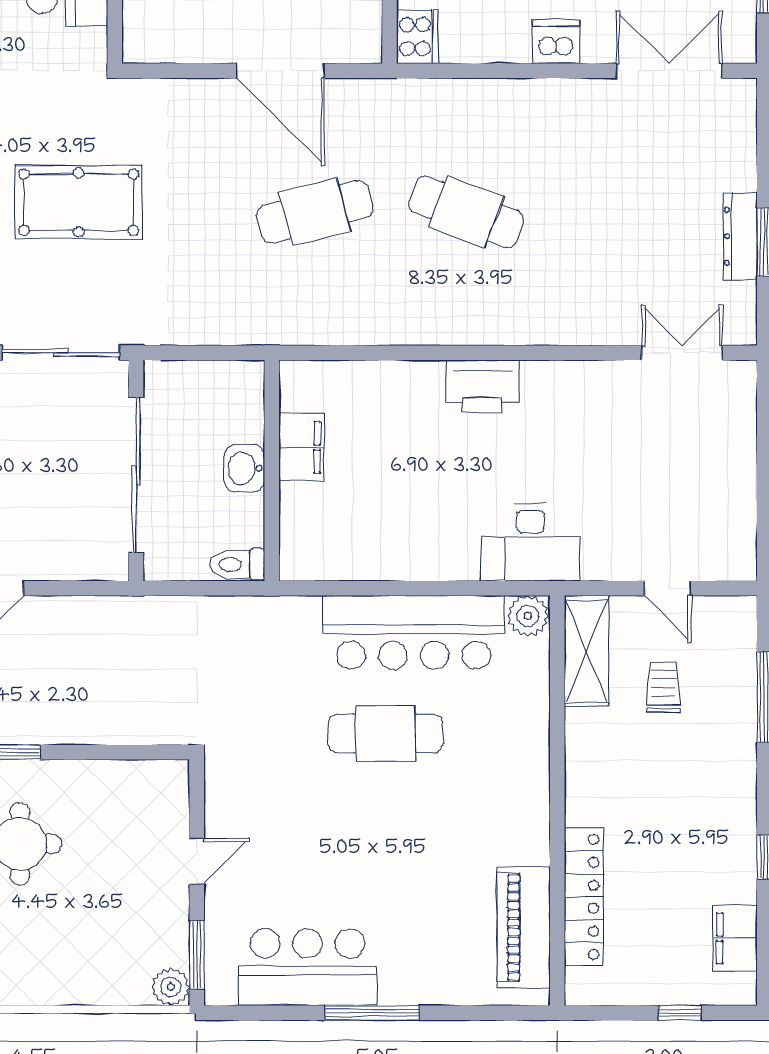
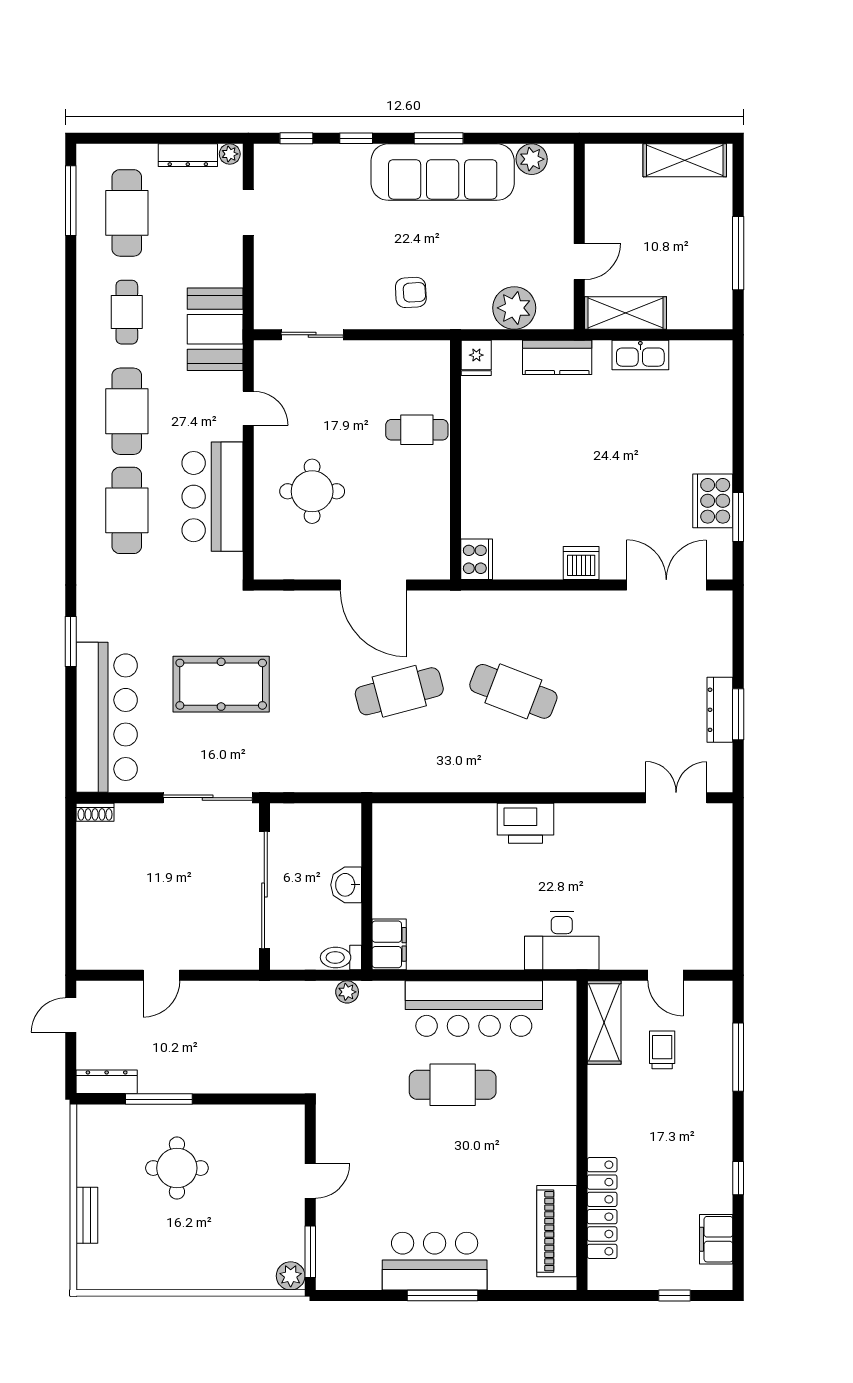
filing cabinet: (301, 447) -> (389, 944), moved
plant: (528, 616) -> (347, 992), moved, width x0.73, depth x0.73
bar counter: (307, 967) -> (435, 1261), moved

